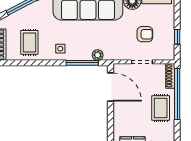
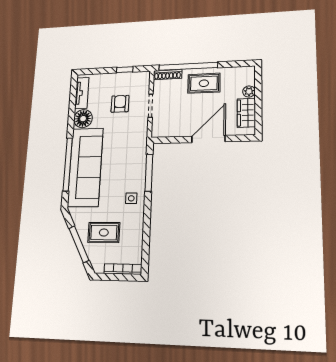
rug: (29, 42) -> (104, 232), moved
plant: (98, 55) -> (141, 155), removed
door: (110, 87) -> (208, 139), moved

